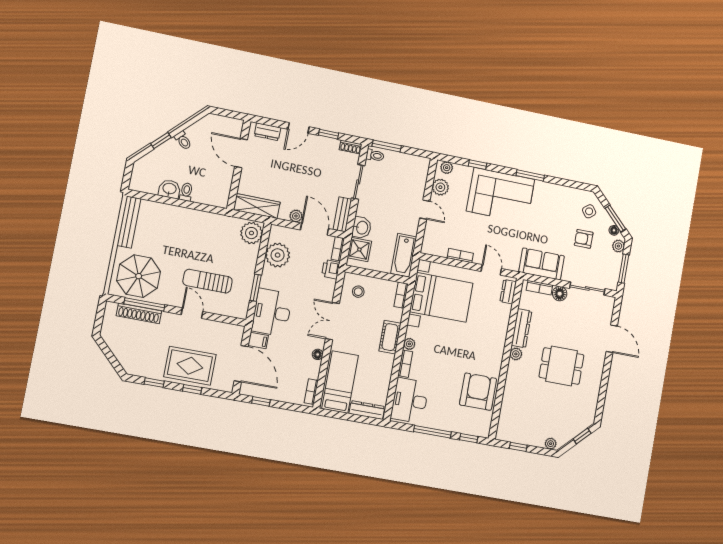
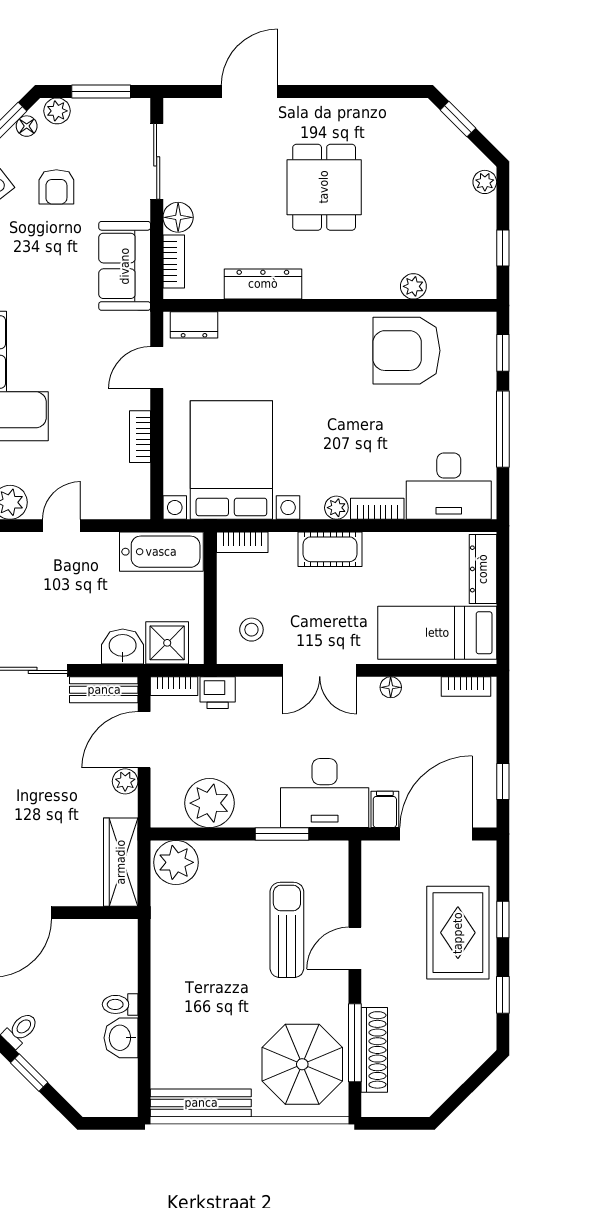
sun lounger: (208, 281) -> (287, 930), turned 180
plant: (516, 354) -> (413, 286), moved

